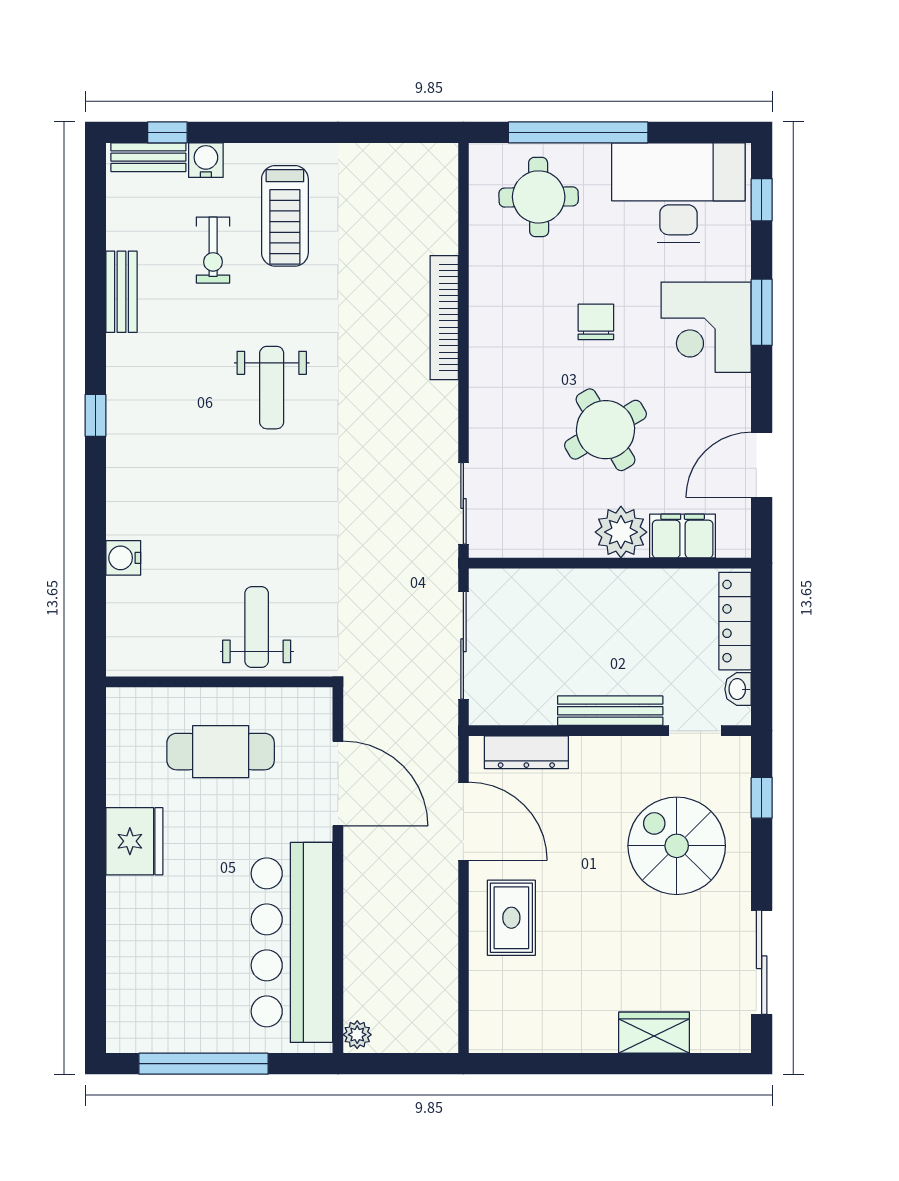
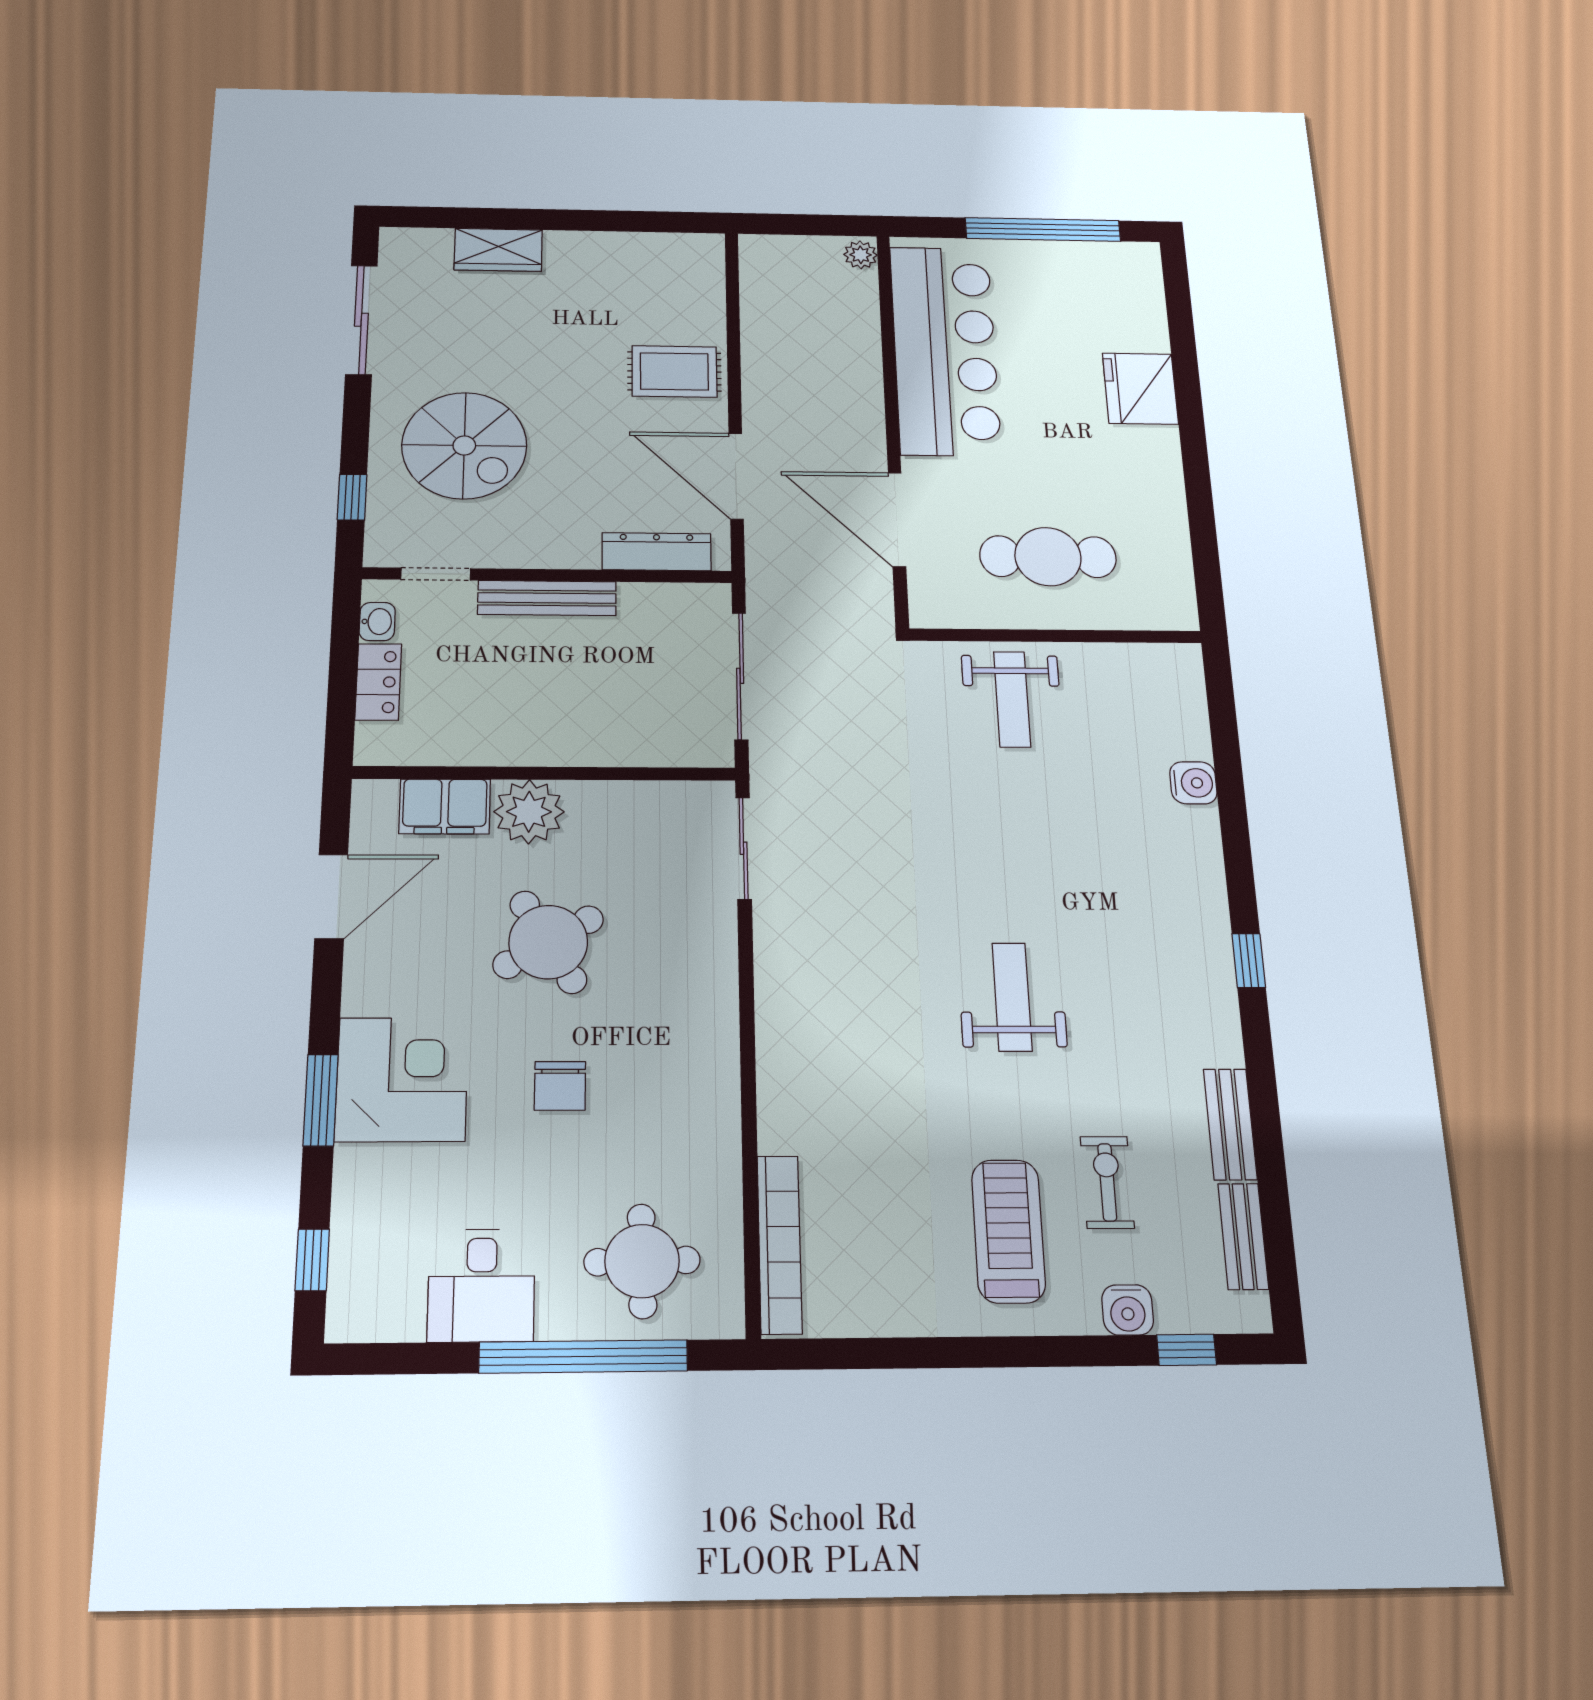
bench: (148, 157) -> (1243, 1236), moved, turned 90
desk: (678, 193) -> (481, 1285), width x0.53, depth x0.77
bookcase: (444, 318) -> (780, 1244), moved
locker: (735, 621) -> (378, 682), width x0.66
fridge: (134, 841) -> (1140, 389), moved
rug: (511, 918) -> (674, 372), turned 90

